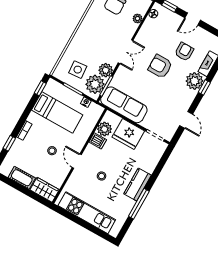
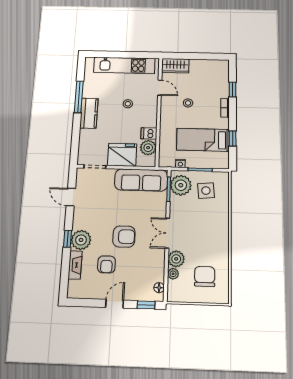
plant: (106, 70) -> (176, 259), moved
window: (40, 88) -> (233, 139), moved
door: (77, 161) -> (160, 88), moved
cot: (22, 178) -> (203, 66), removed

